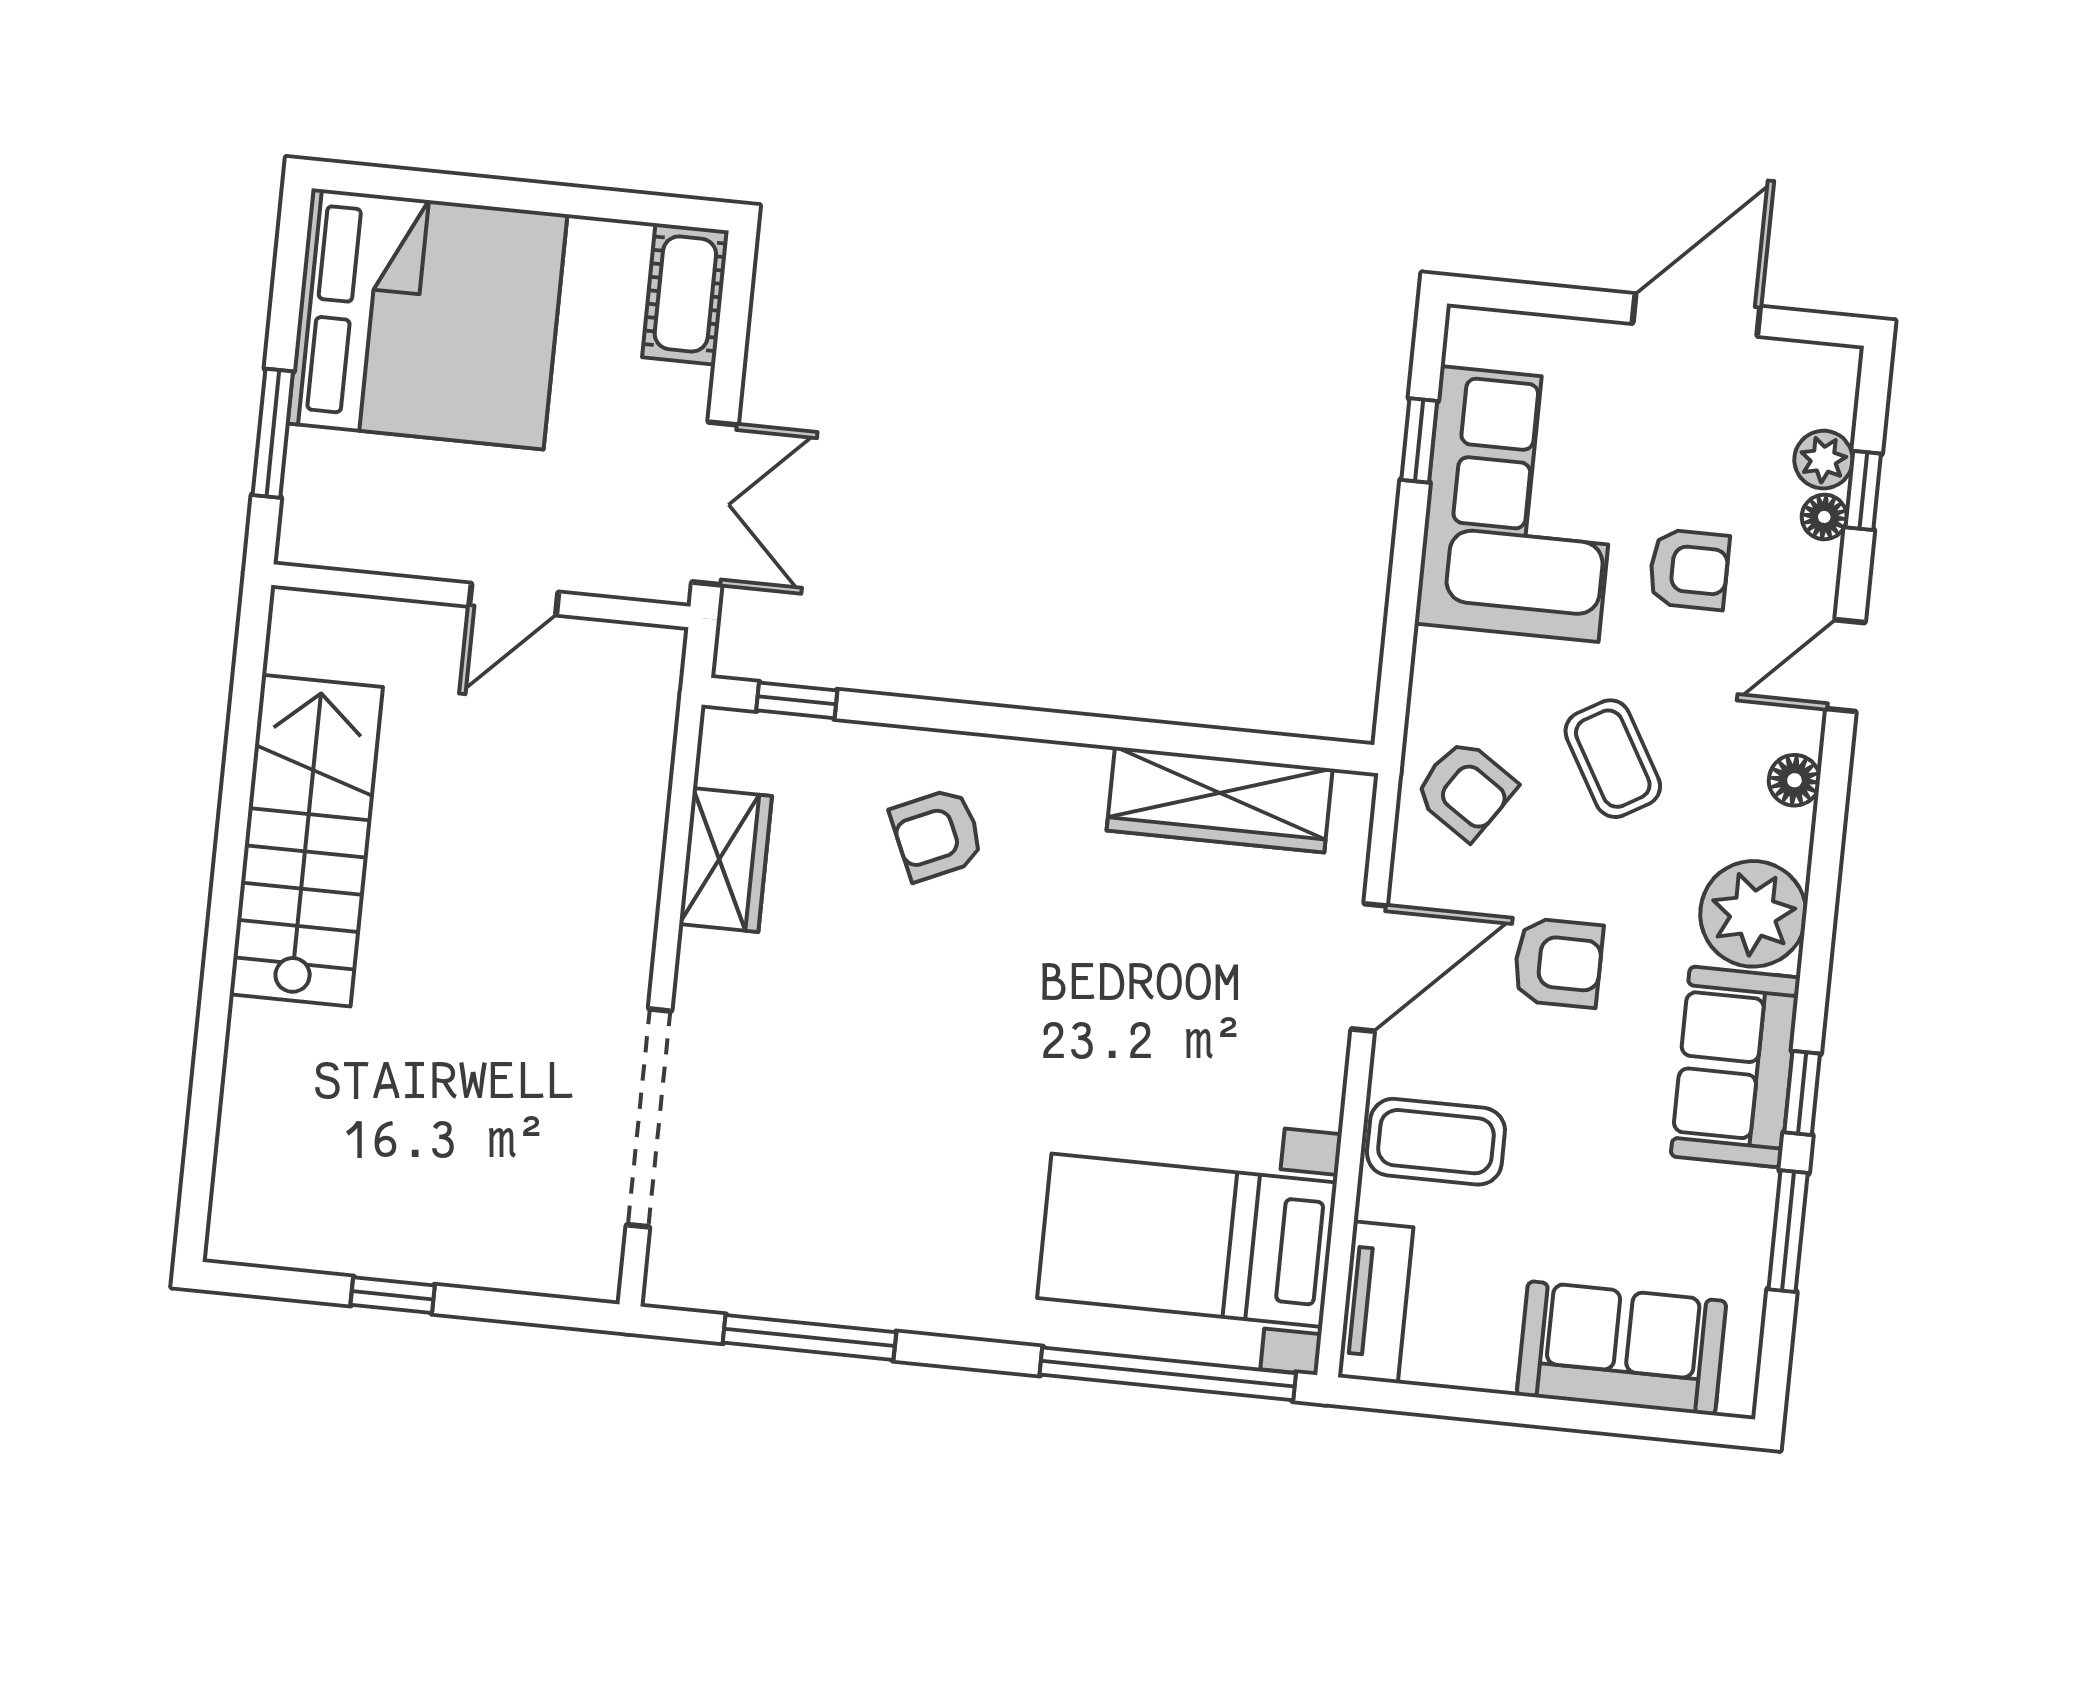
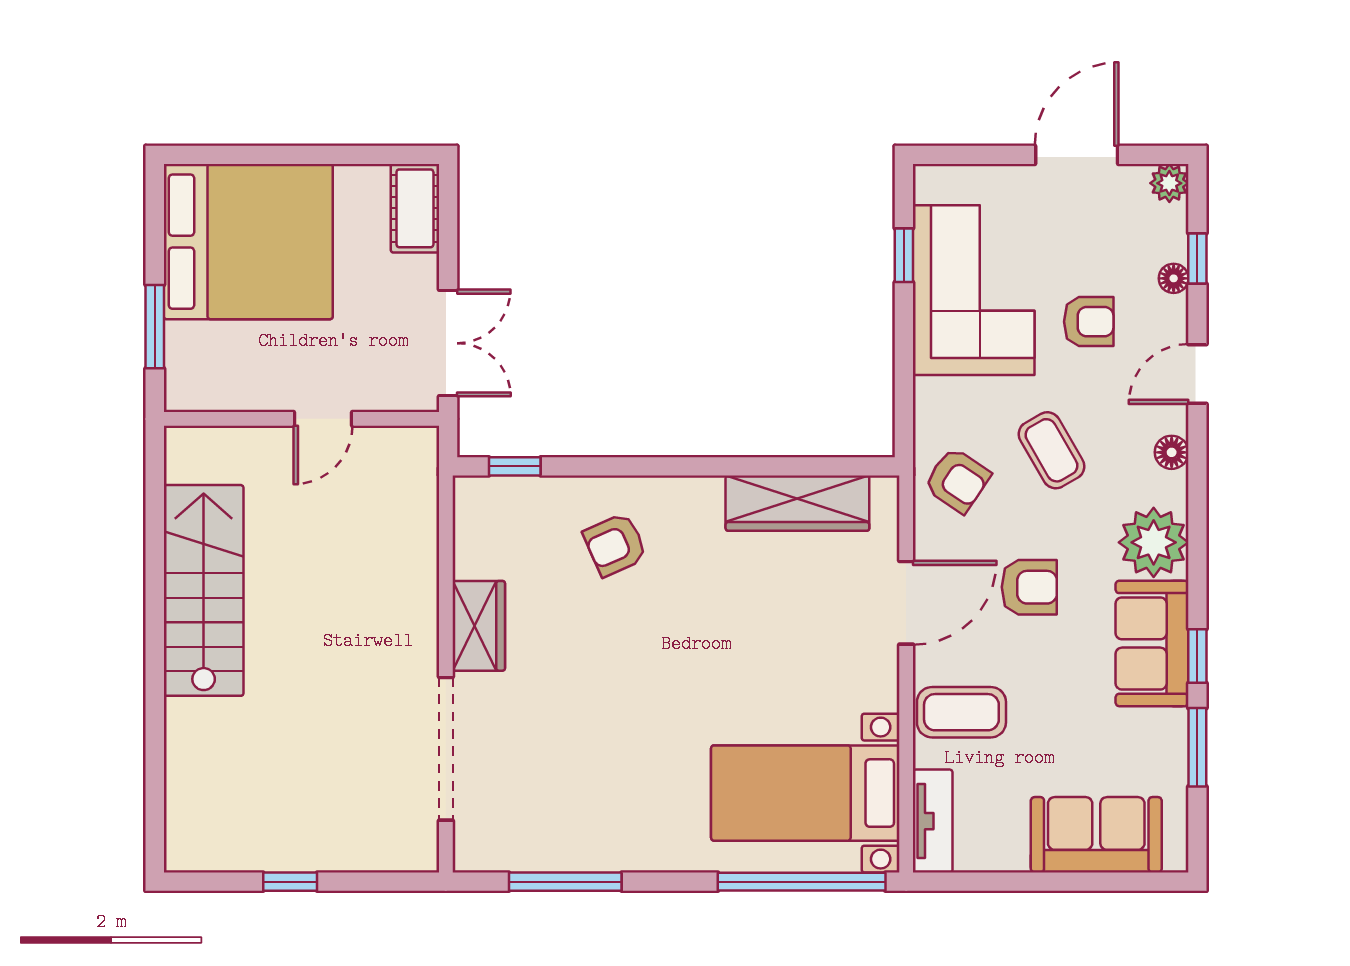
plant: (1823, 460) -> (1169, 183), moved
wardrobe: (725, 860) -> (479, 626), moved

